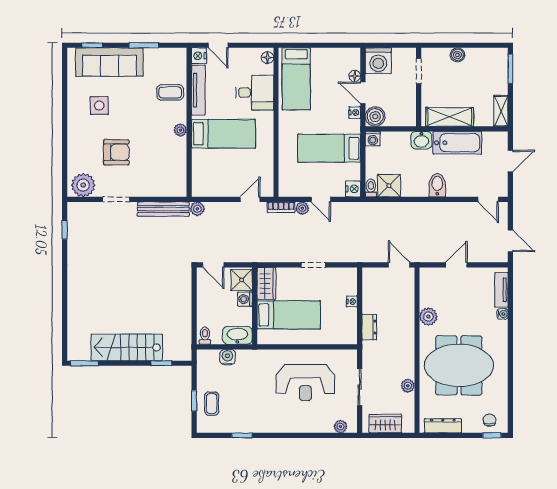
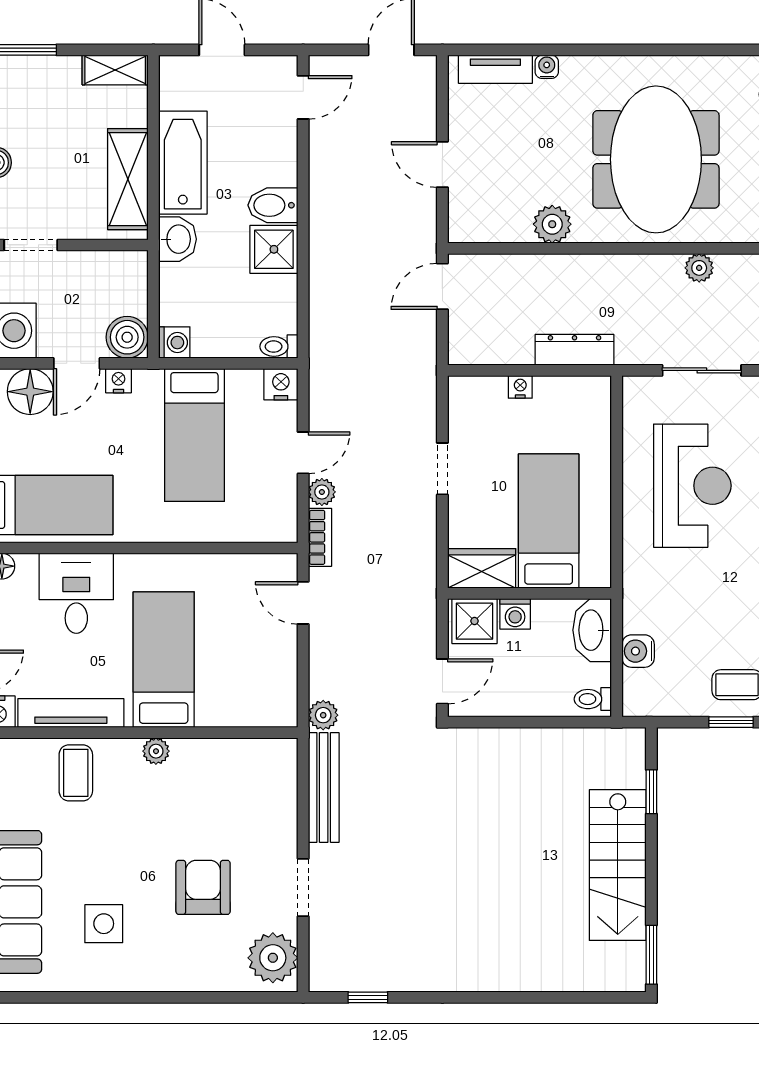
floor lamp: (355, 76) -> (30, 392), width x1.89, depth x1.89
shower: (389, 186) -> (274, 249), moved
dresser: (369, 327) -> (575, 350), width x1.44

